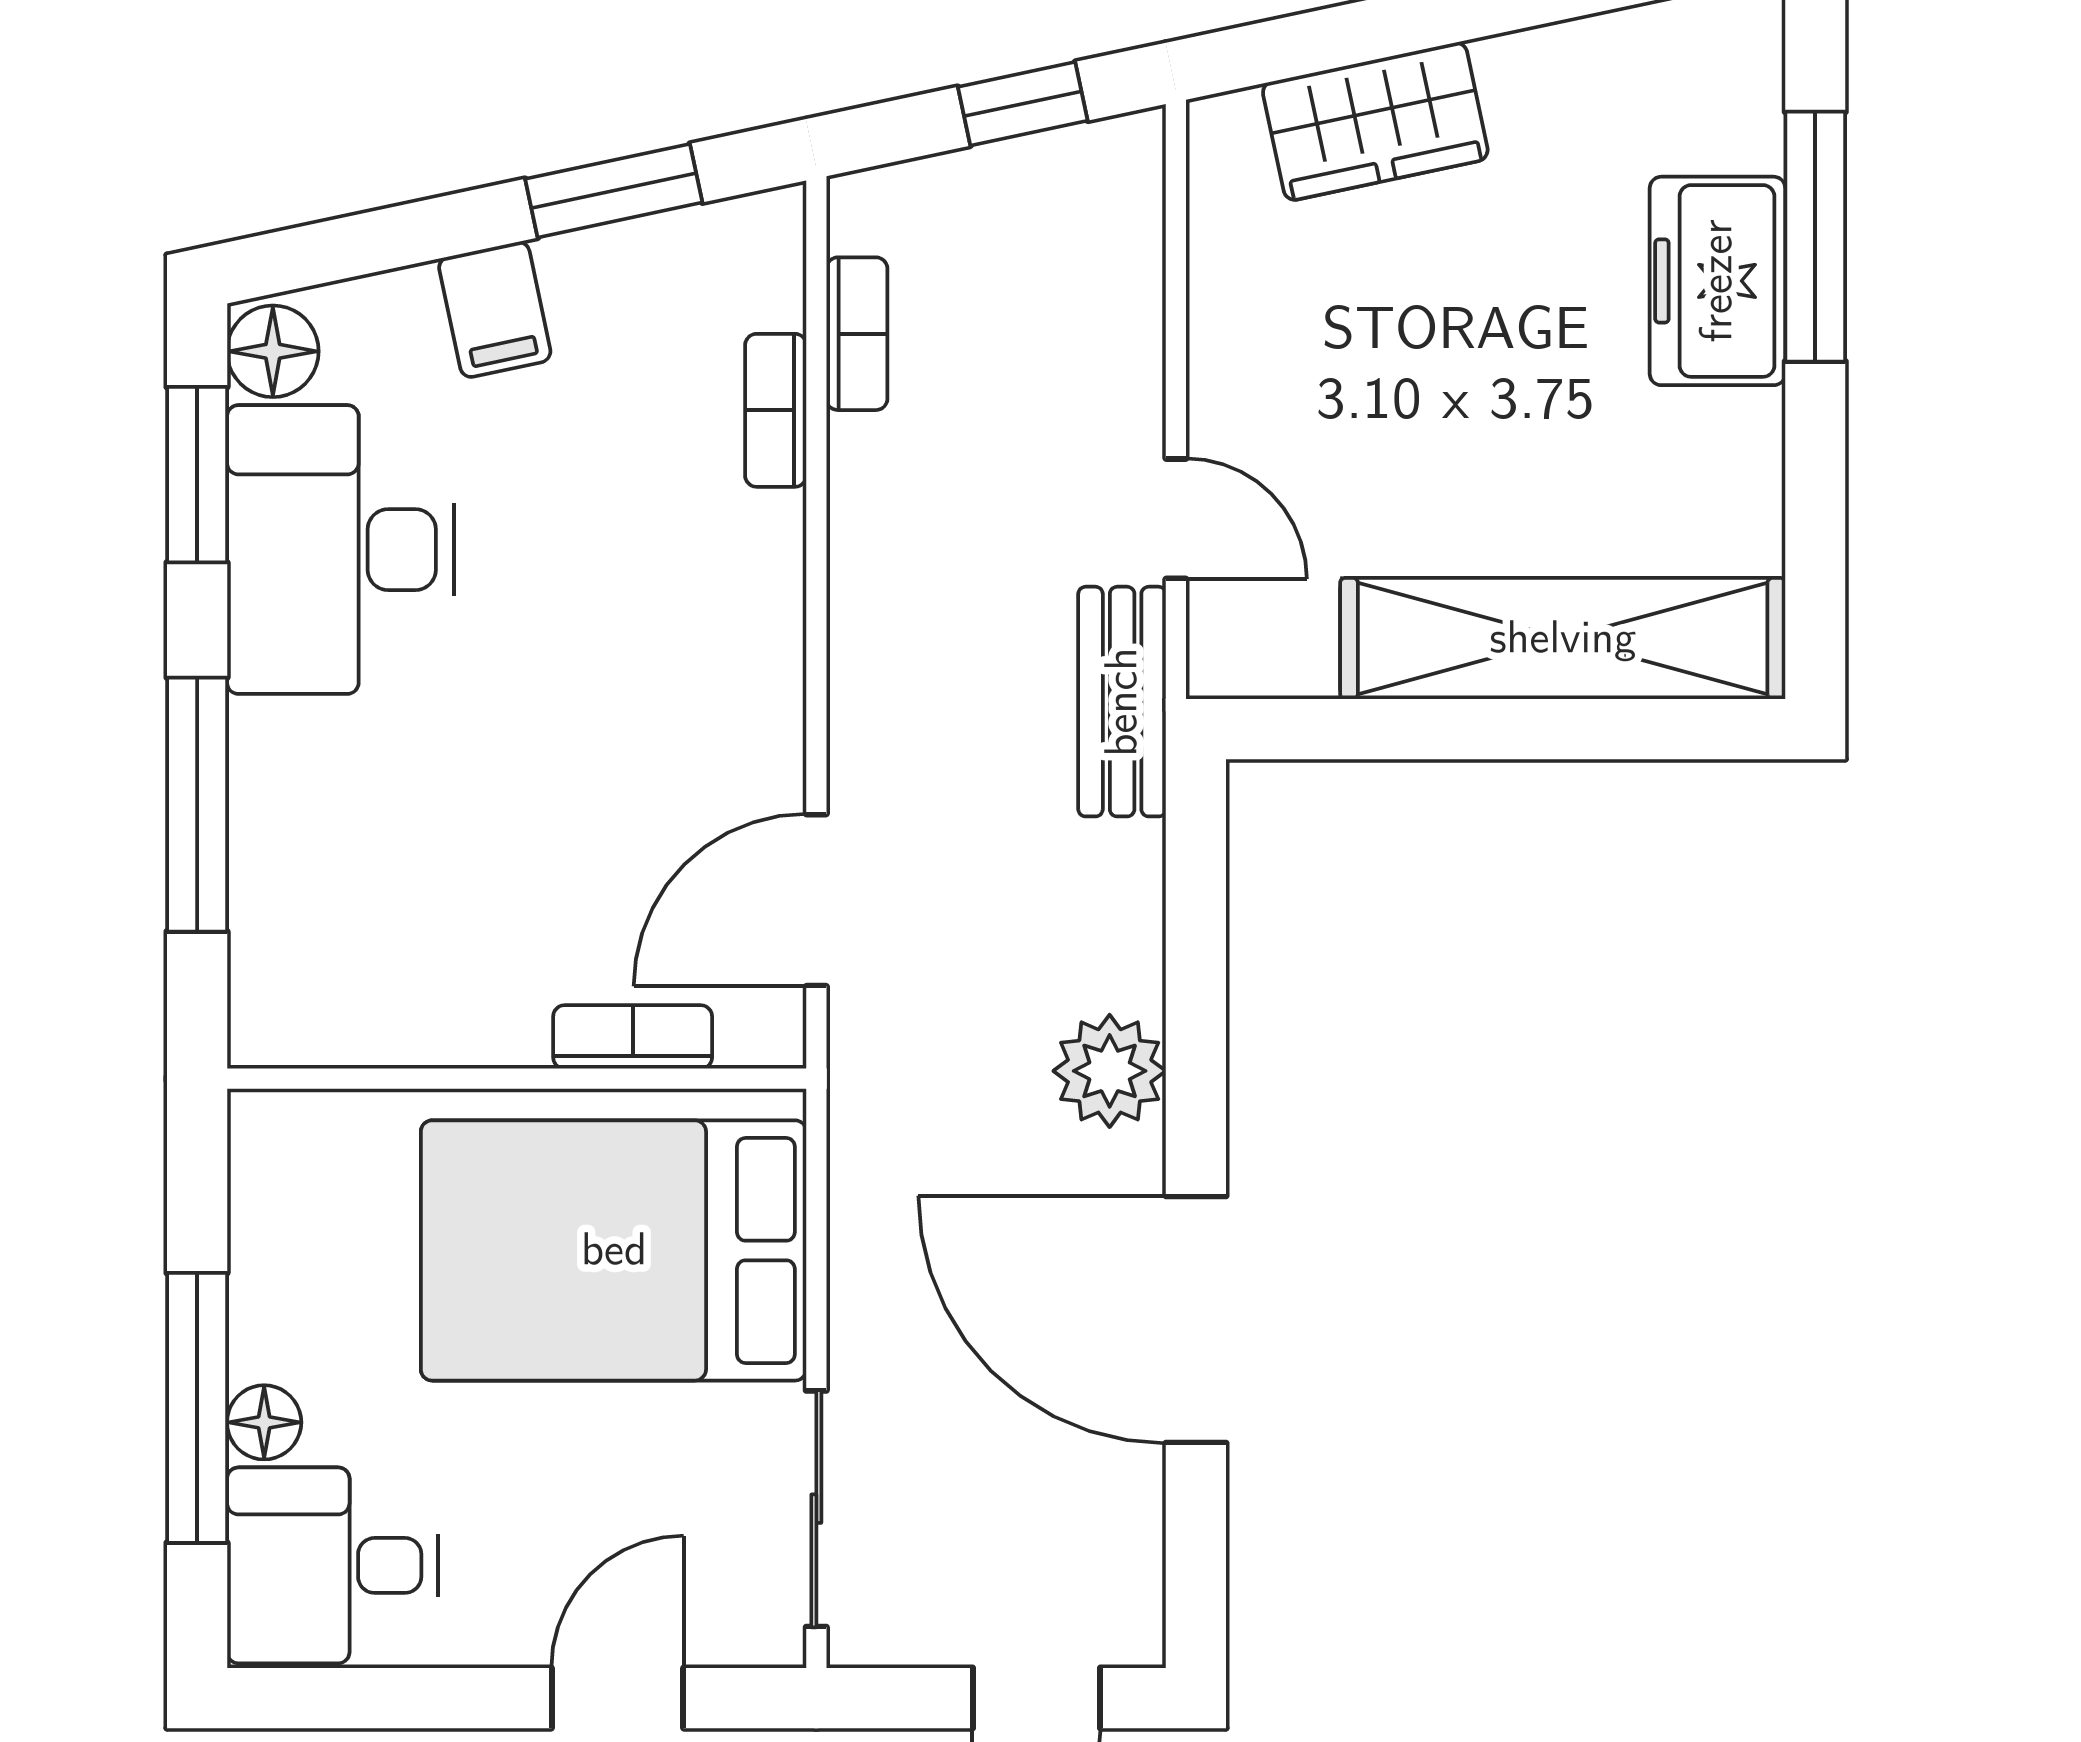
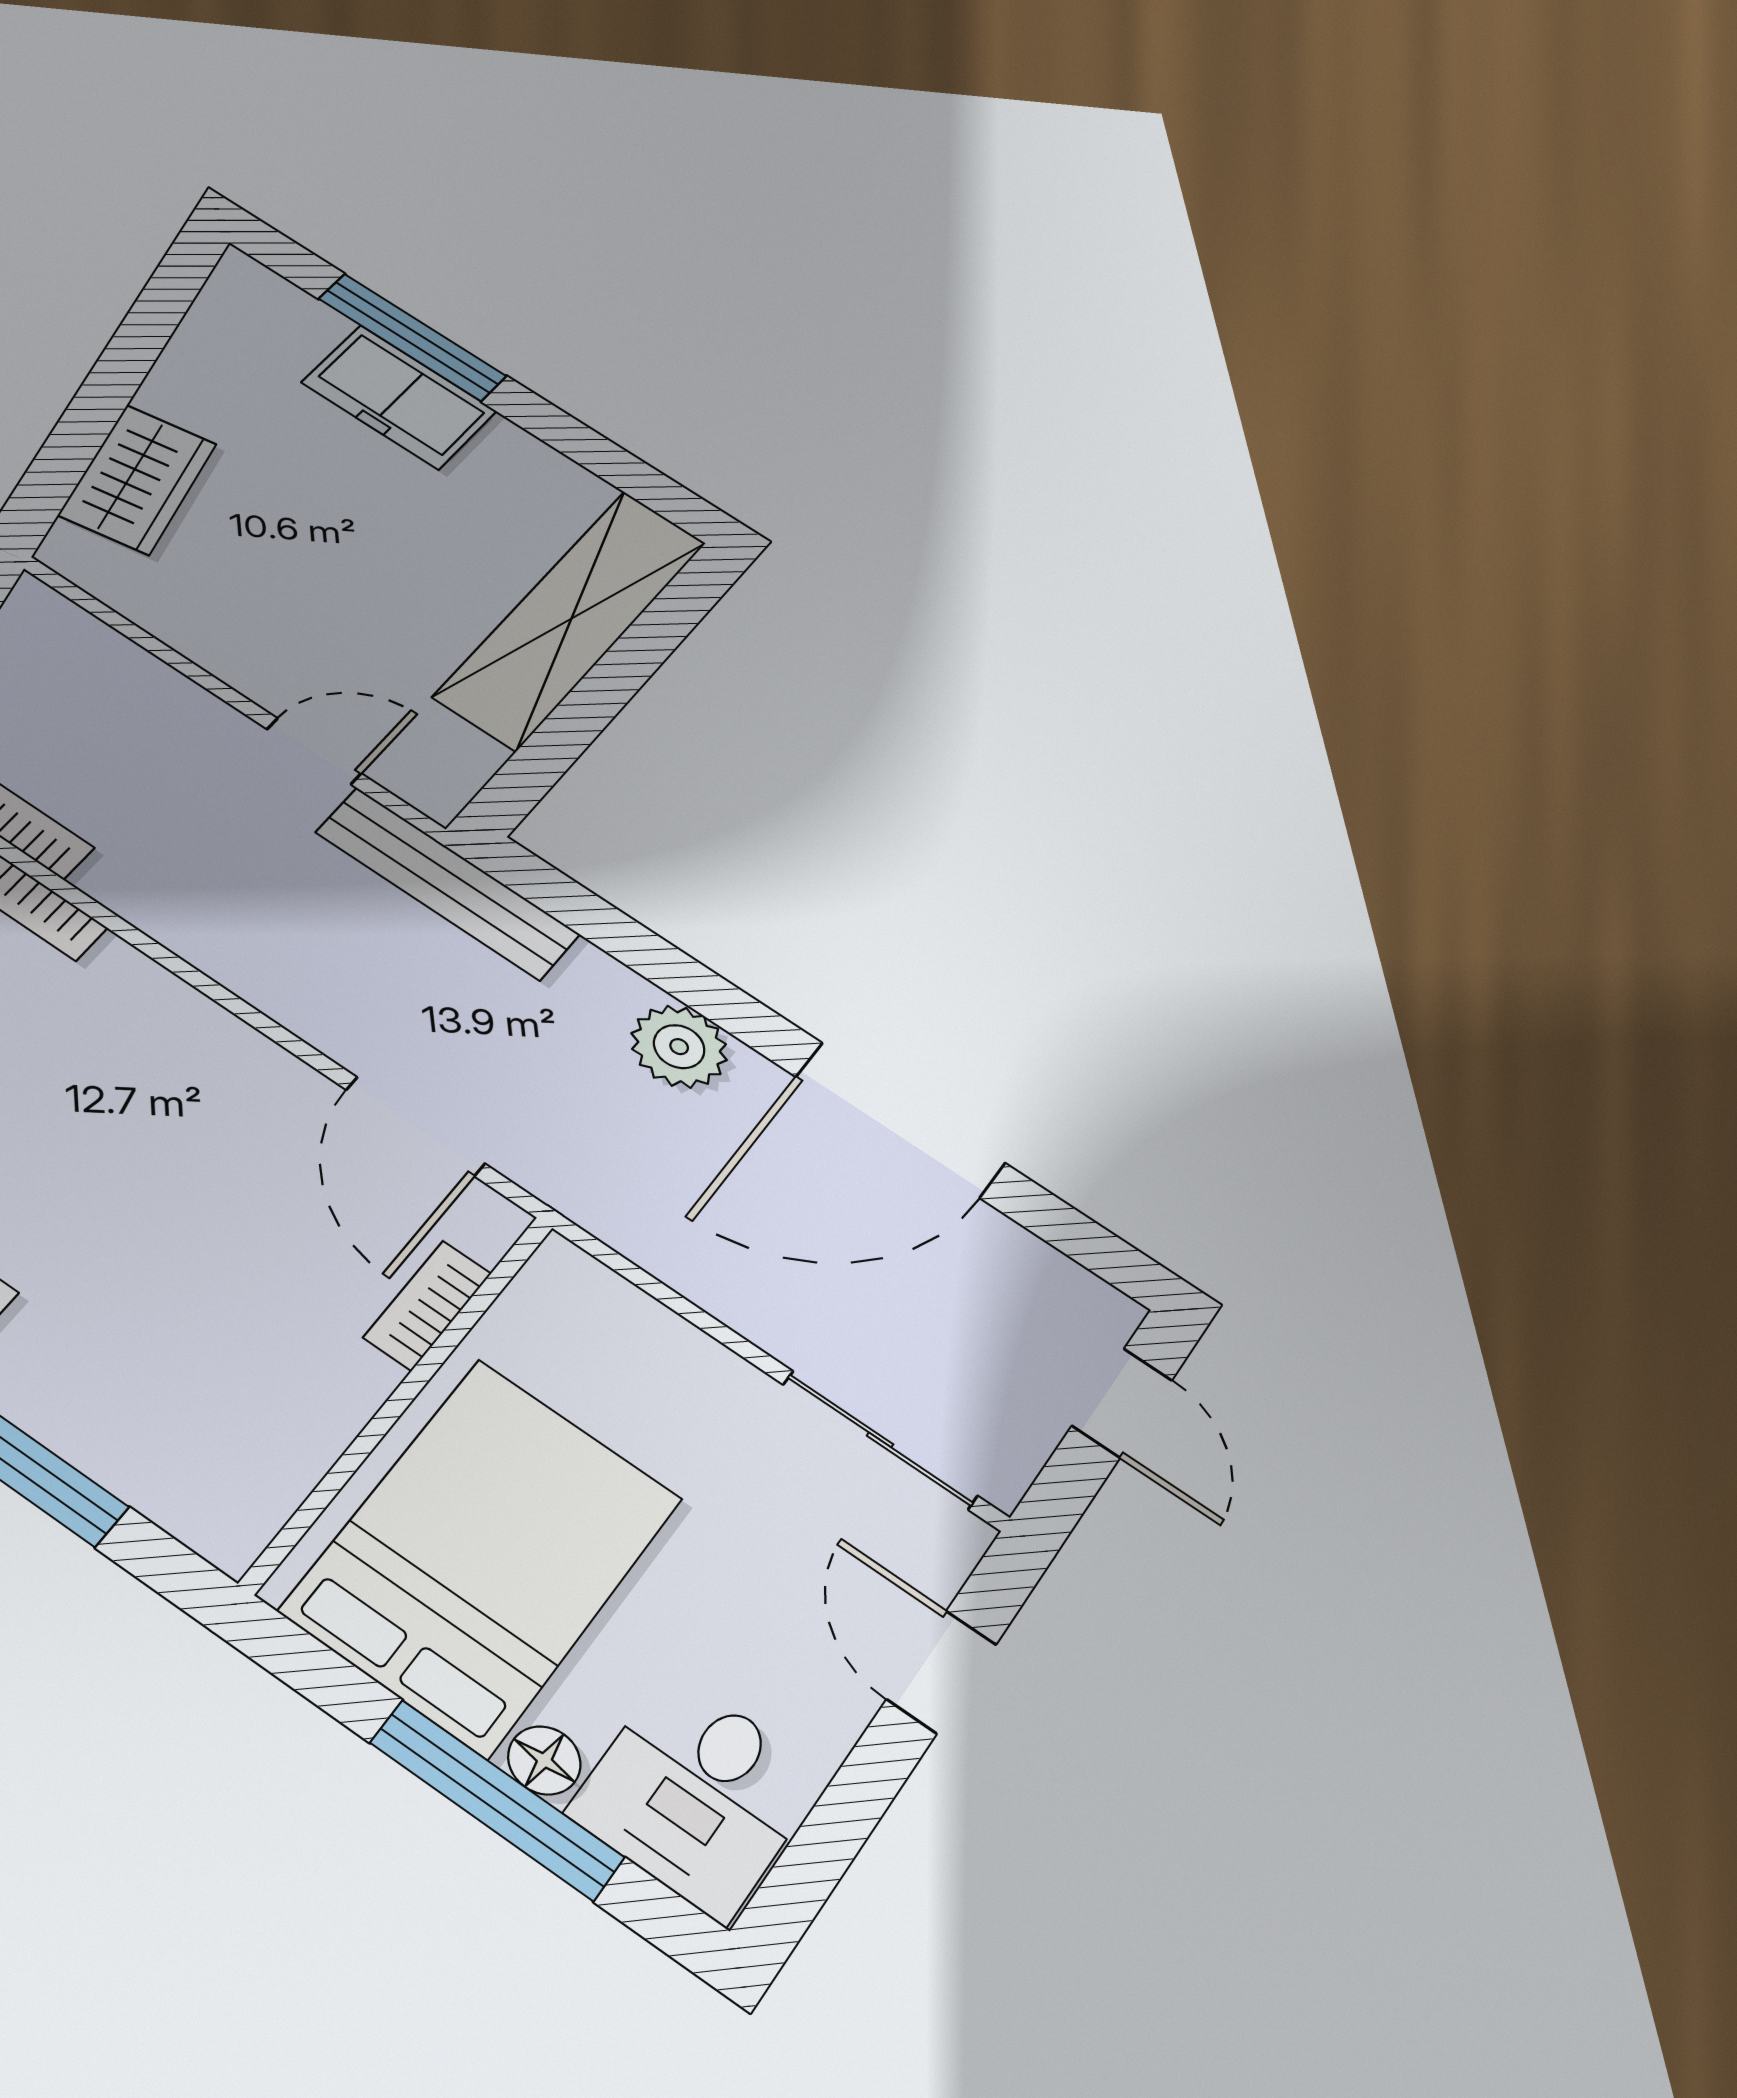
bench: (1122, 702) -> (447, 883), width x1.36
bed: (614, 1250) -> (483, 1554), moved, turned 180

